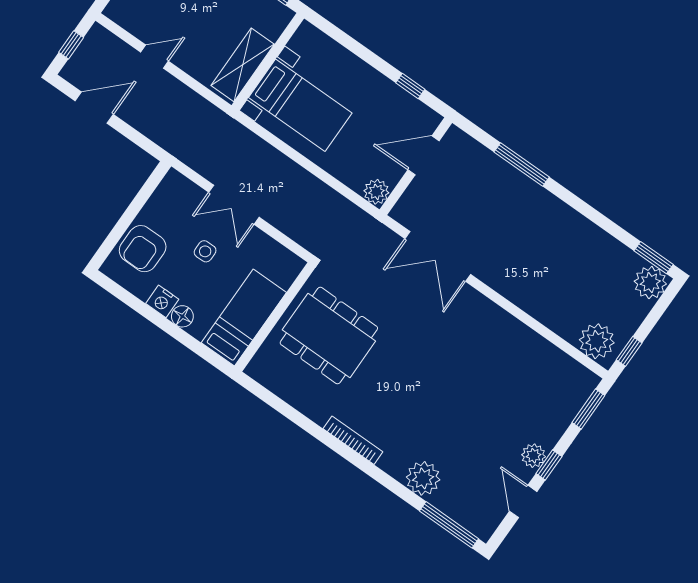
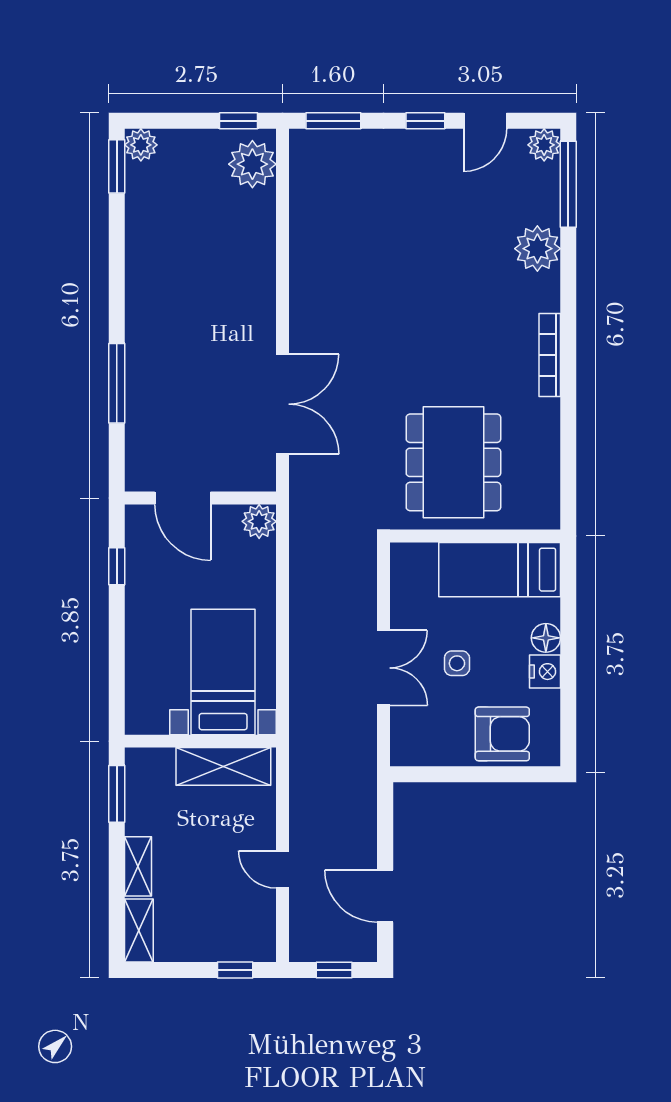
plant: (650, 283) -> (141, 145), width x0.73, depth x0.73
plant: (533, 456) -> (544, 145), moved

